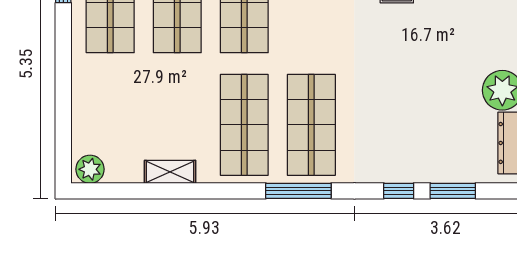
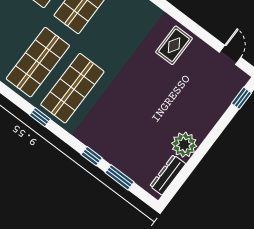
window: (298, 191) -> (40, 117), width x0.46

